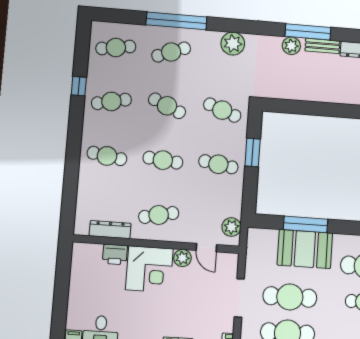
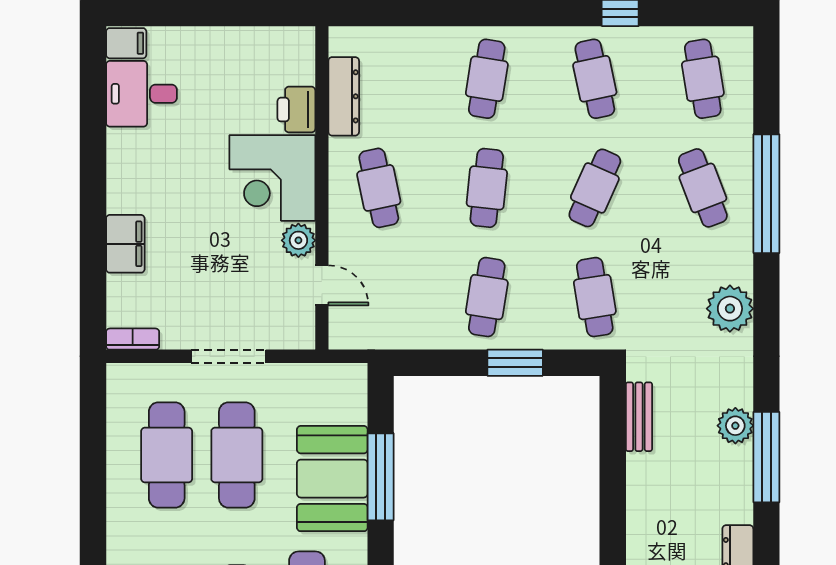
bench: (322, 46) -> (639, 417), moved
cafe table: (222, 110) -> (595, 297), turned -30
plant: (231, 227) -> (365, 331), removed
door: (206, 248) -> (322, 285), swing flipped

